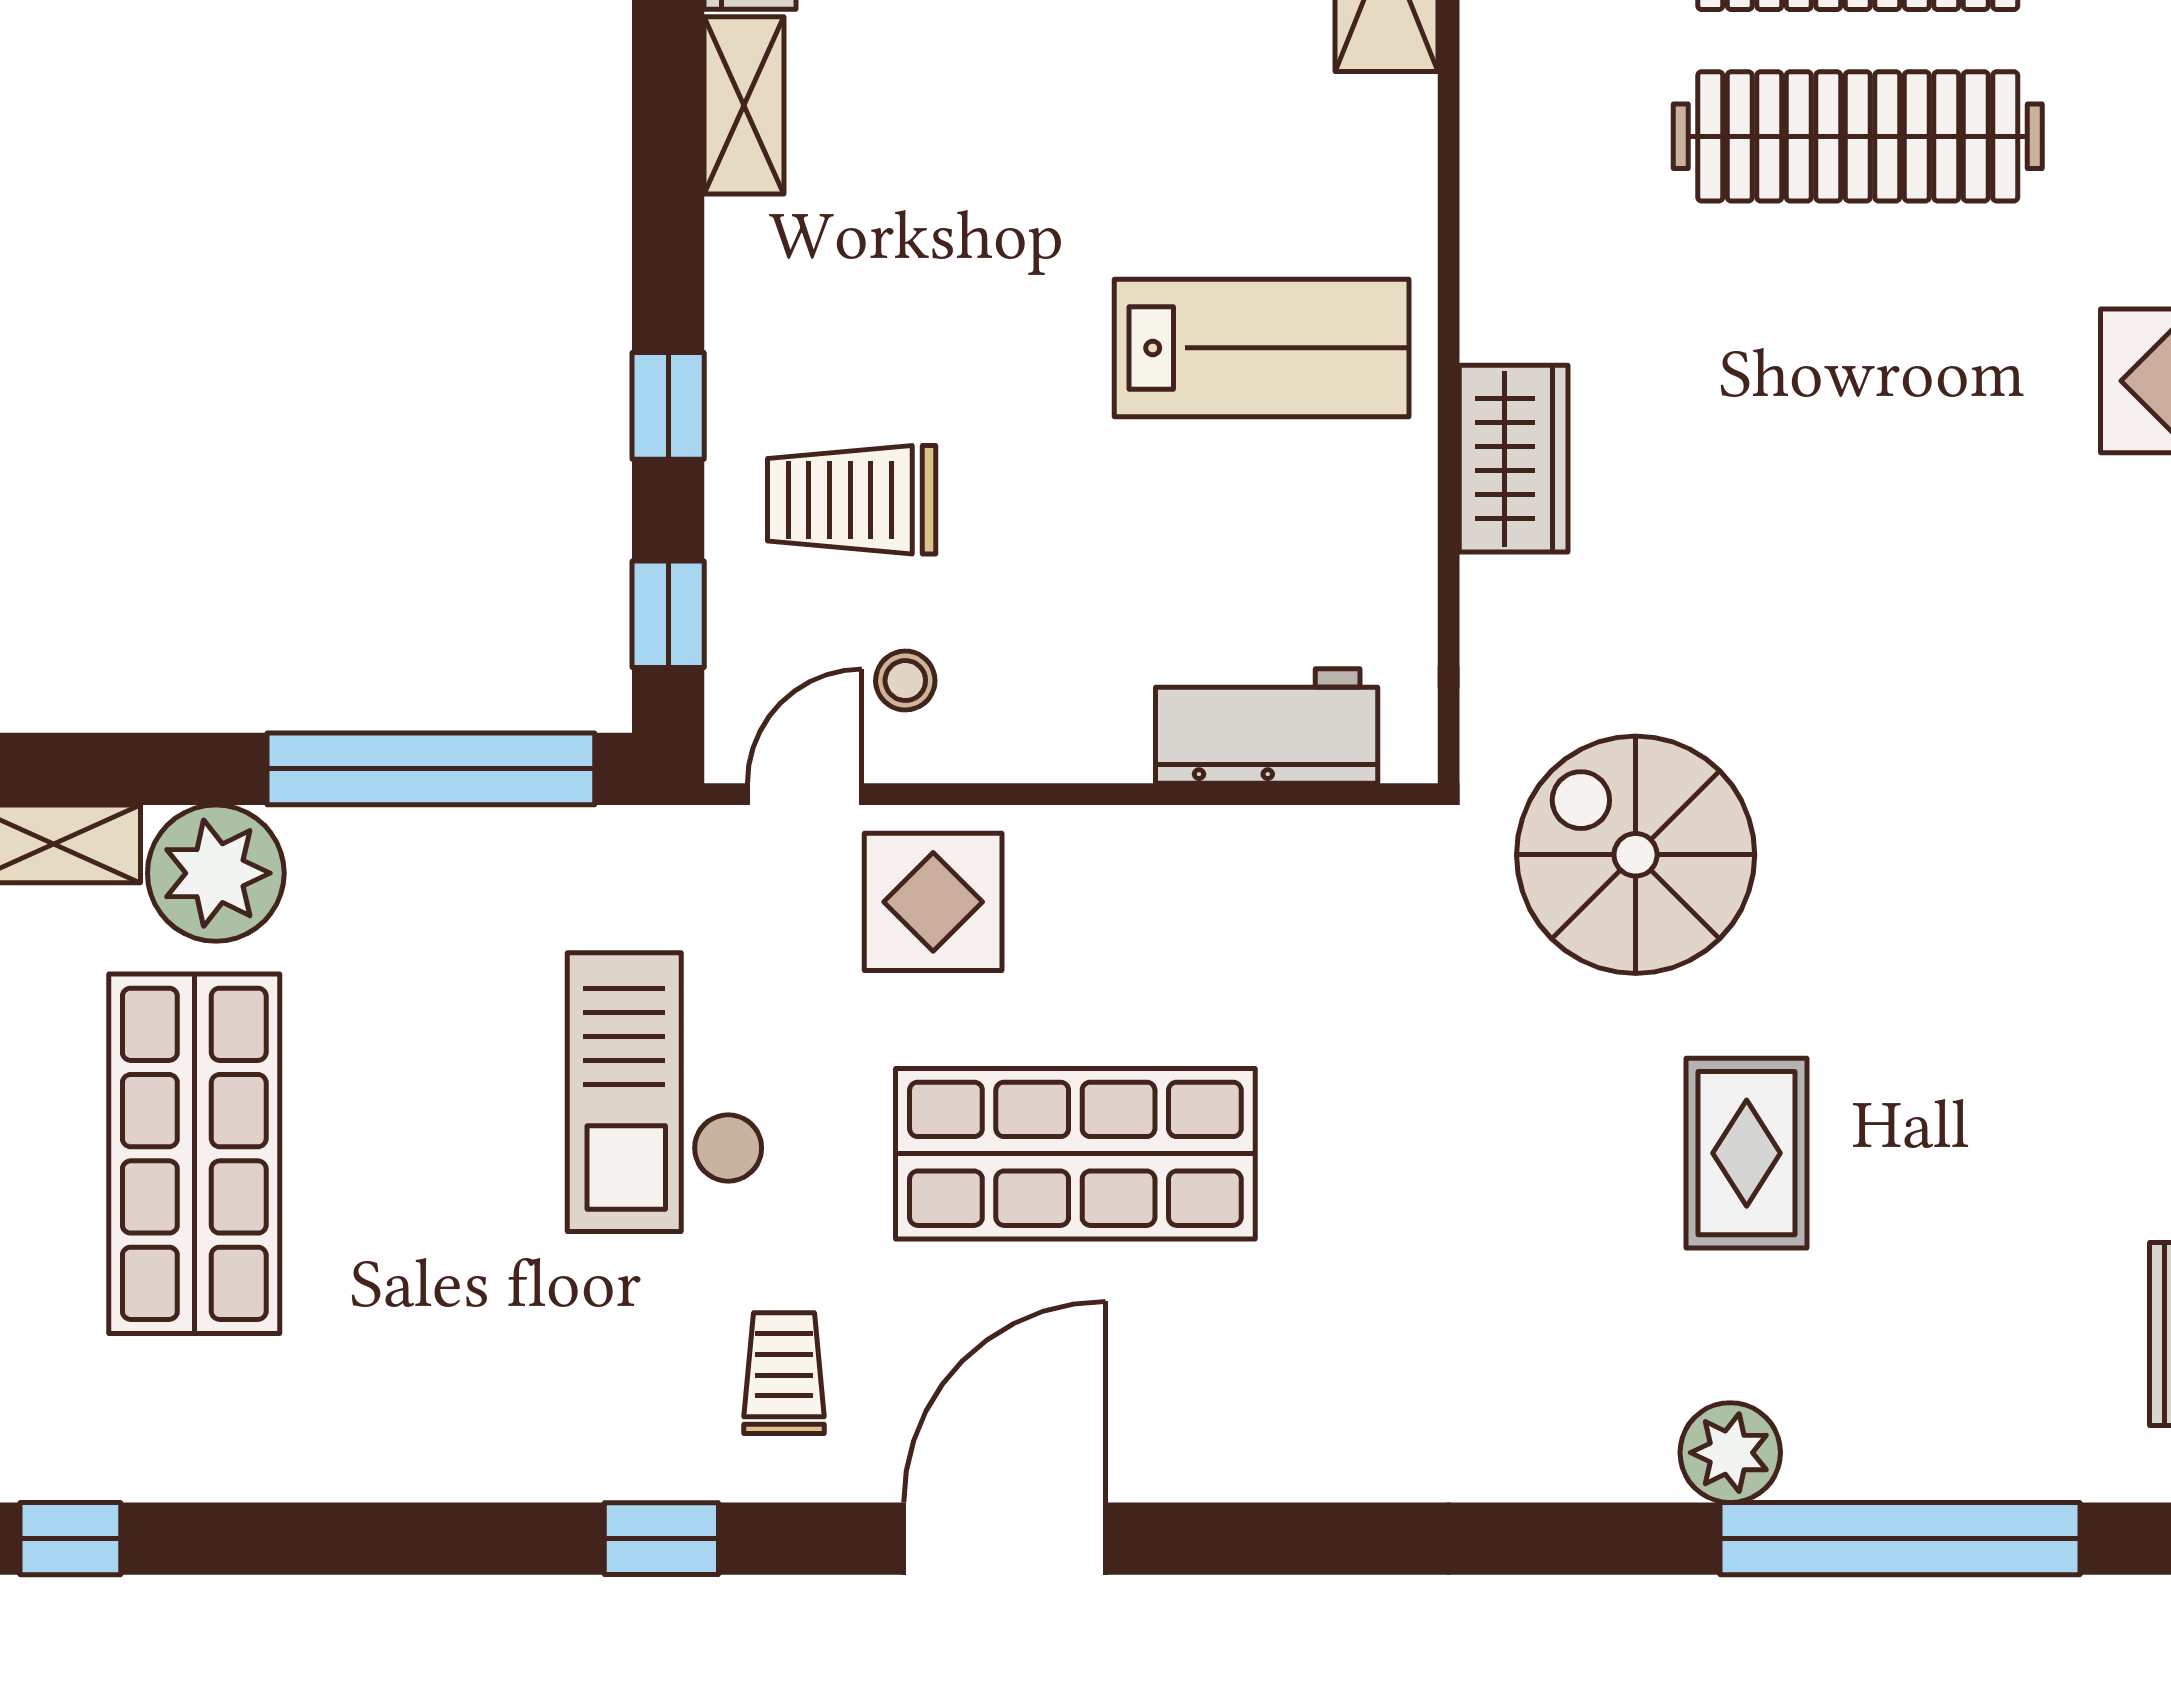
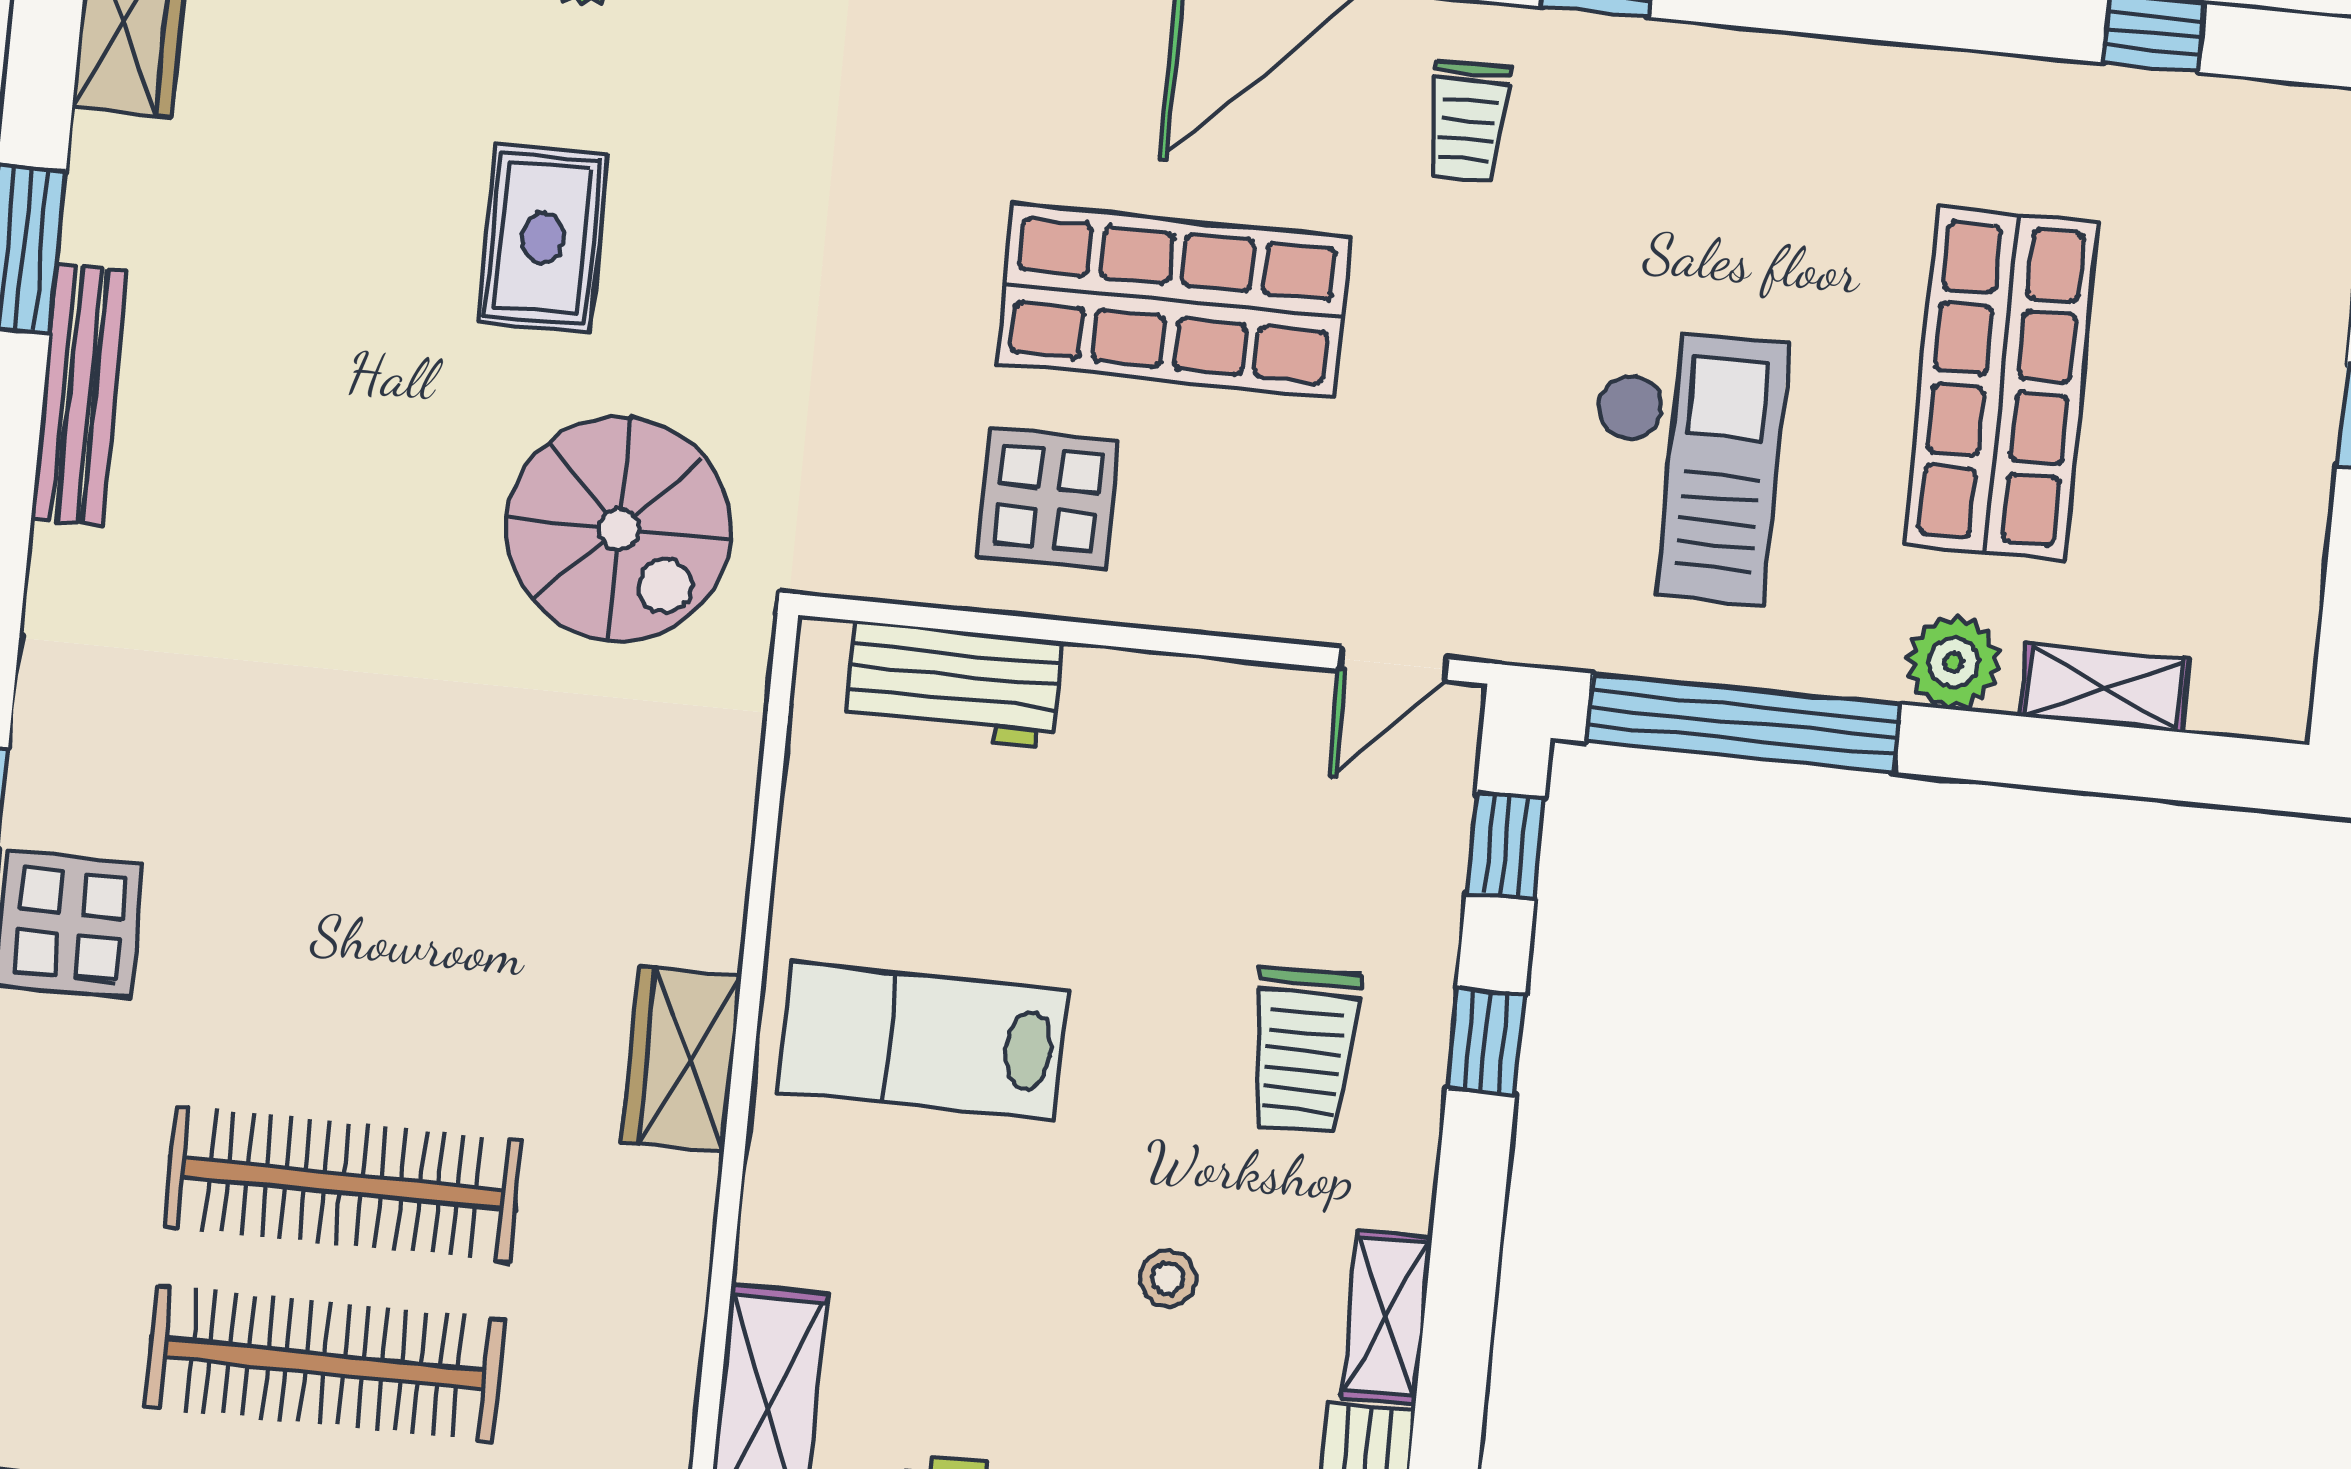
wardrobe: (1514, 459) -> (682, 1059), moved
trolley: (852, 500) -> (1304, 1050), moved, turned 90
stool: (905, 681) -> (1168, 1278), moved
plant: (216, 873) -> (1953, 662), width x0.73, depth x0.73
display table: (933, 902) -> (1048, 499), moved
checkout: (665, 1092) -> (1684, 466), moved

